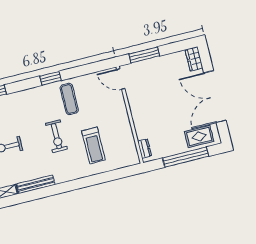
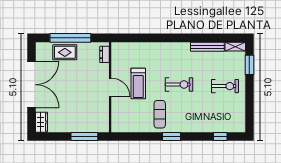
door: (121, 79) -> (110, 87), moved
exercise bike: (56, 136) -> (179, 84), turned 90
rug: (199, 136) -> (65, 52), moved
treadmill: (93, 145) -> (138, 83), moved, turned 180

